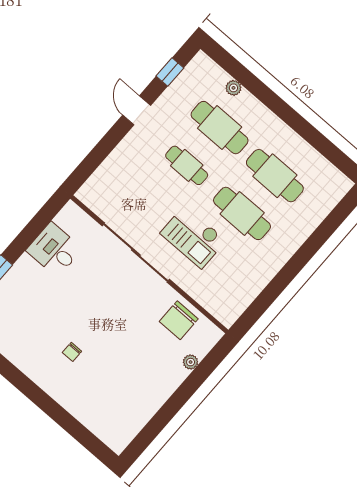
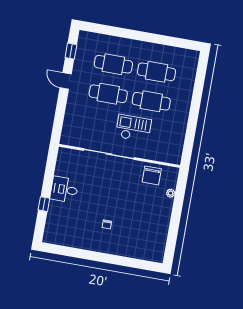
plant: (233, 88) -> (108, 40), removed
cafe table: (187, 165) -> (108, 94), width x1.37, depth x1.35
checkout: (193, 237) -> (133, 128), turned 180
desk: (54, 250) -> (64, 190), moved

